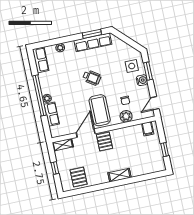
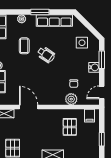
window: (92, 34) -> (40, 12), moved
side table: (132, 66) -> (82, 43), moved
coffee table: (100, 110) -> (24, 46), moved, width x0.54, depth x0.58
door: (86, 133) -> (29, 107), hinge flipped
pallet: (104, 141) -> (70, 127), moved

